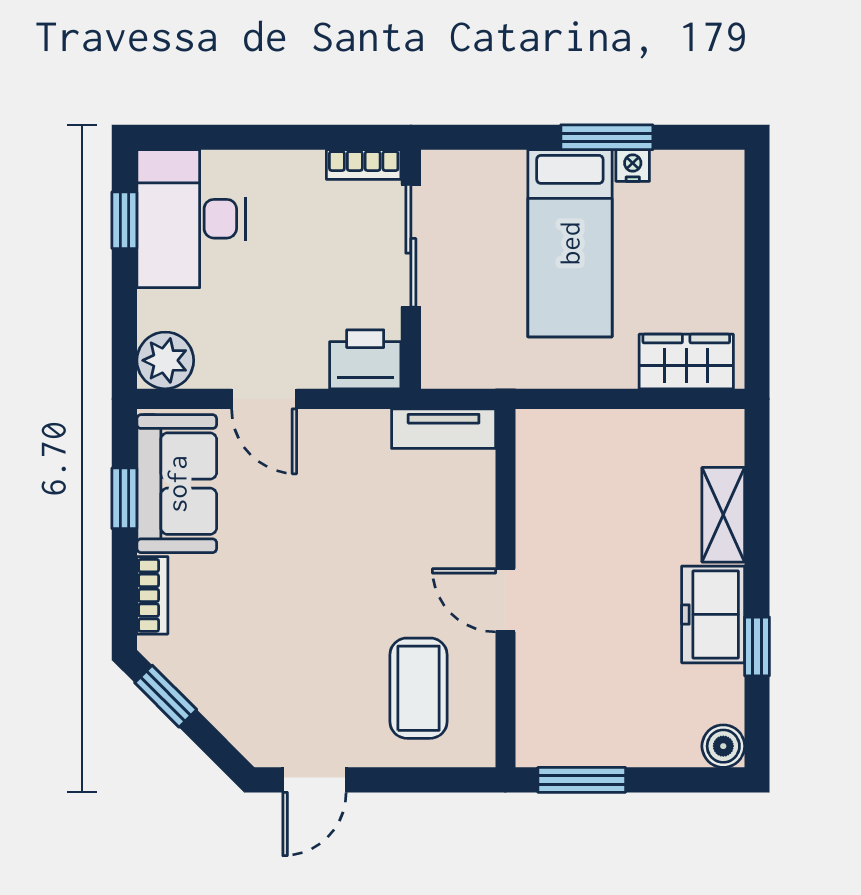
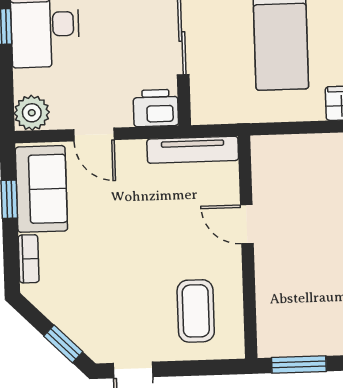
tv unit: (444, 429) -> (193, 150), width x1.41
door: (505, 600) -> (247, 224), moved
window: (166, 696) -> (63, 344), moved

